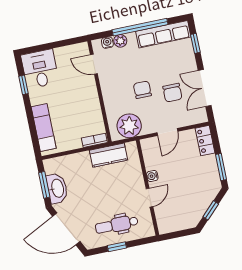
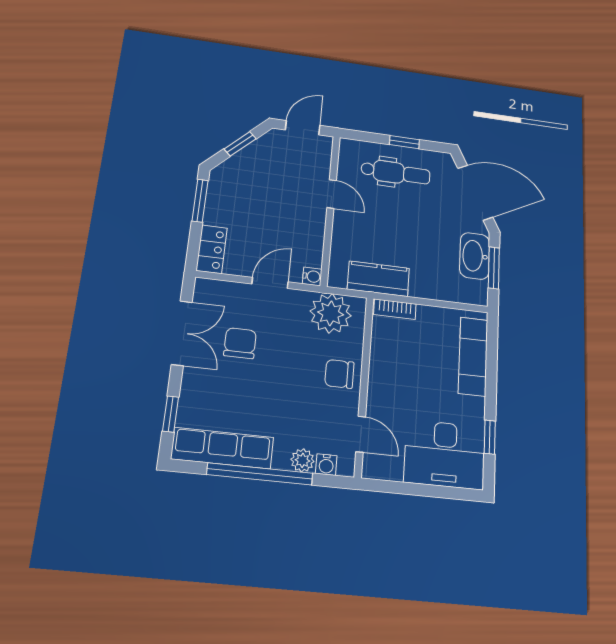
desk: (40, 69) -> (445, 454), width x1.37
chair: (142, 90) -> (339, 374), moved, turned 90
water cooler: (152, 176) -> (312, 276), moved
door: (150, 198) -> (332, 194), swing flipped
door: (179, 234) -> (303, 128), added

